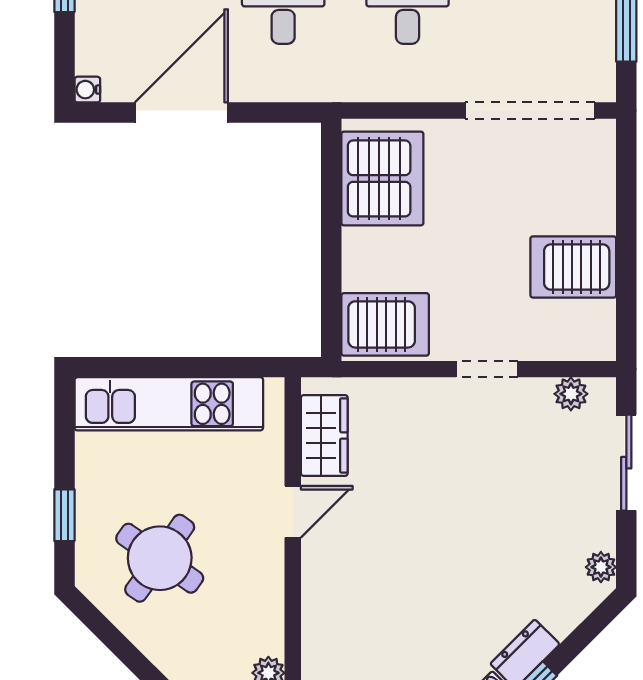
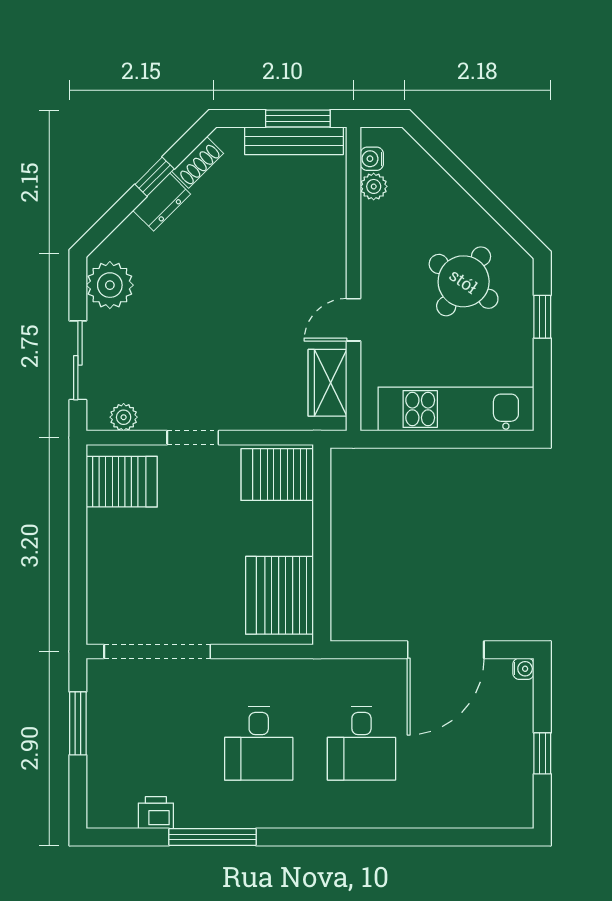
server rack: (573, 267) -> (122, 482), moved
plant: (601, 567) -> (110, 285), width x1.88, depth x1.88

